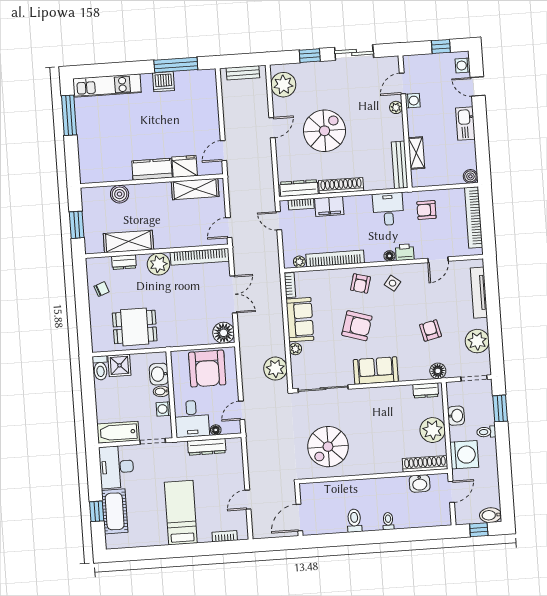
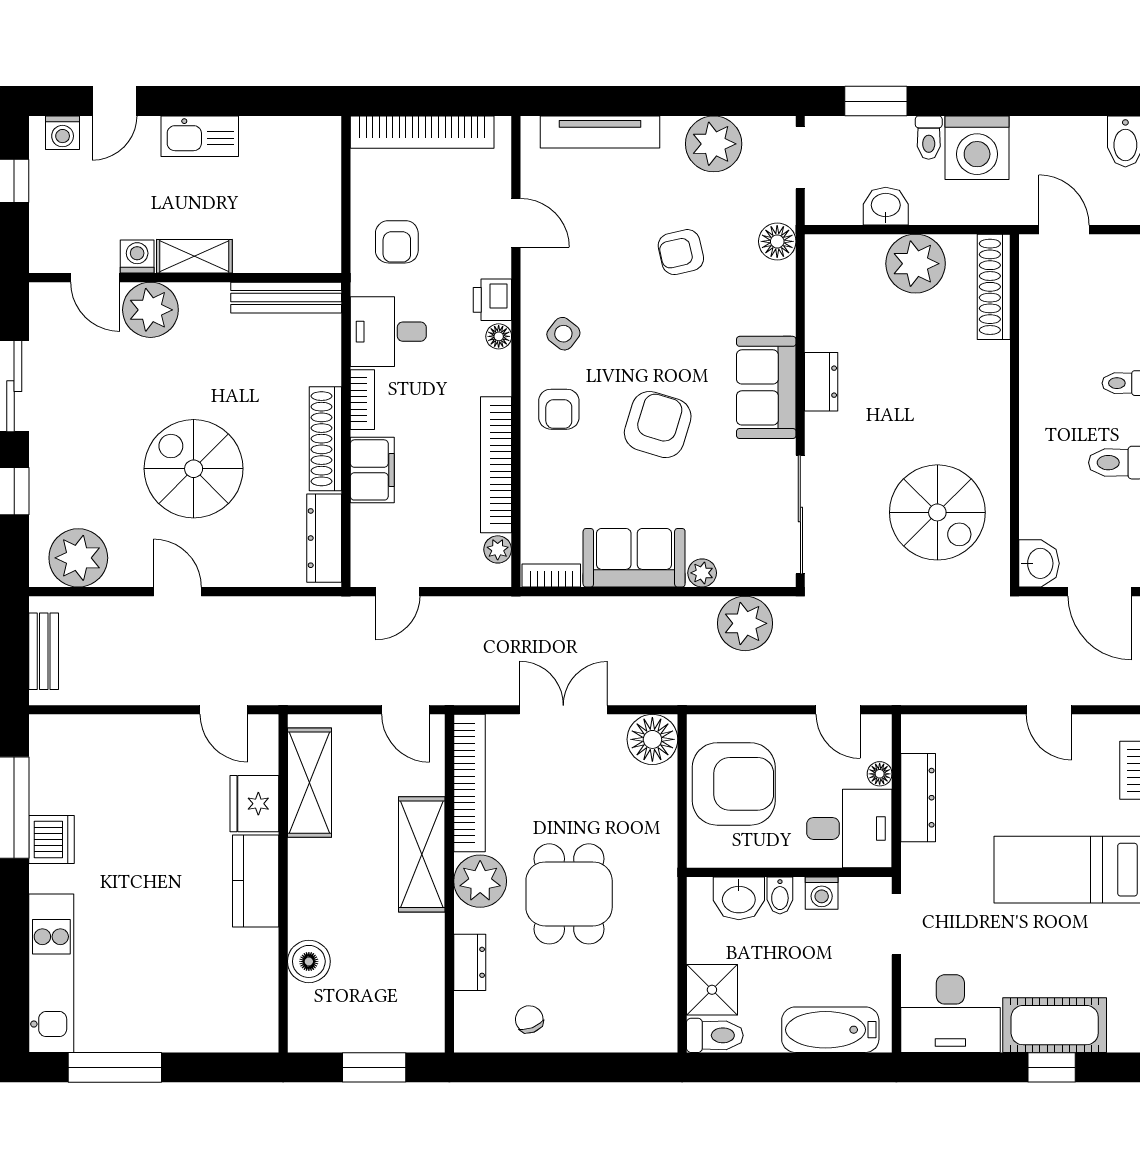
plant: (396, 107) -> (150, 310), width x1.88, depth x1.88
shelving: (416, 153) -> (194, 256), moved
boiler: (470, 176) -> (325, 133), removed
bookcase: (301, 204) -> (362, 400), moved
shelving: (128, 241) -> (422, 854), moved
armchair: (360, 283) -> (559, 409), turned 75
dining table: (135, 327) -> (569, 894), moved
dresser: (426, 390) -> (821, 382), moved
bathtub: (118, 432) -> (830, 1030), moved, turned 90
washing machine: (464, 455) -> (977, 148), moved, turned 180
washbasin: (420, 483) -> (1039, 563), moved

